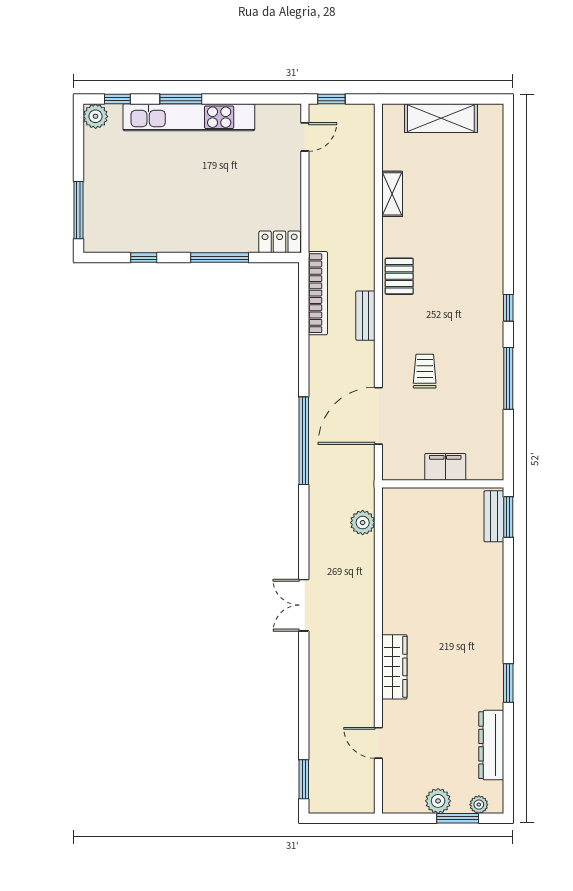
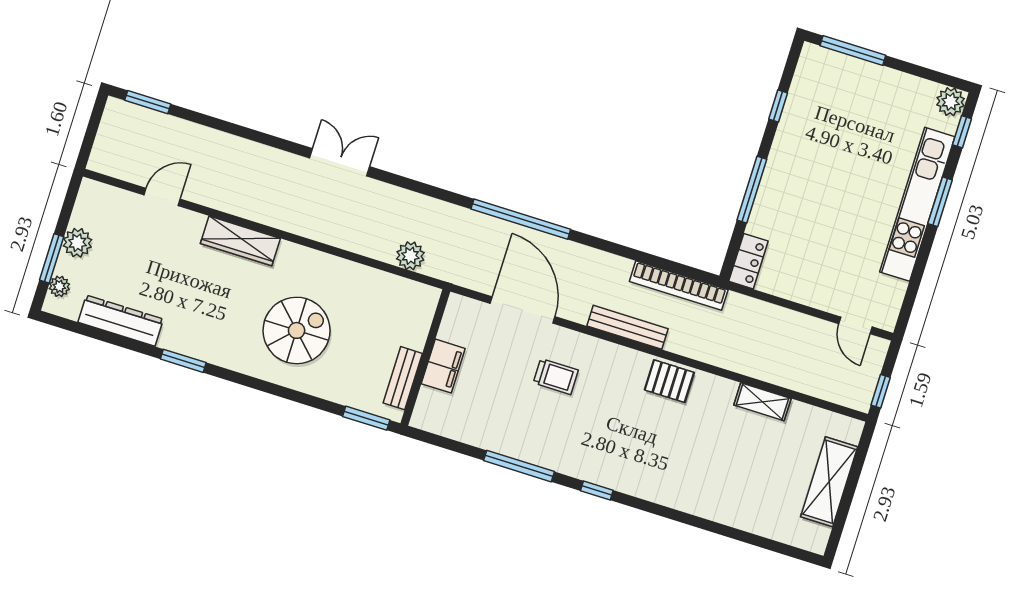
window: (331, 99) -> (881, 391), moved
bench: (365, 316) -> (628, 327), width x1.36
bench: (494, 516) -> (403, 378), moved, turned 90
spiral stairs: (454, 597) -> (297, 330), added

